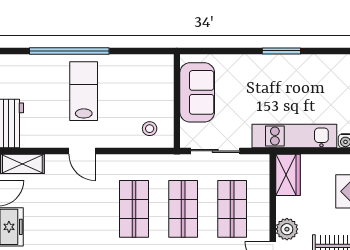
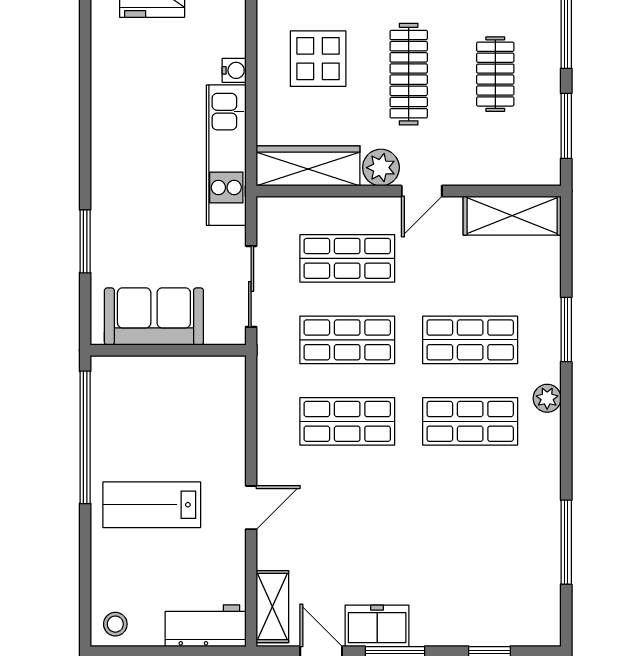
window: (69, 51) -> (85, 437), moved
window: (281, 51) -> (85, 241), moved
stool: (150, 129) -> (115, 624), moved
wardrobe: (288, 175) -> (308, 166), width x1.50

